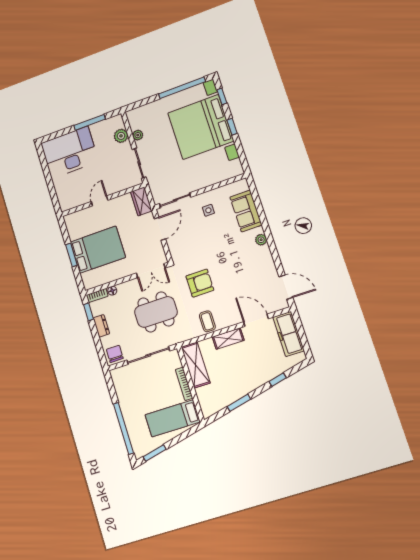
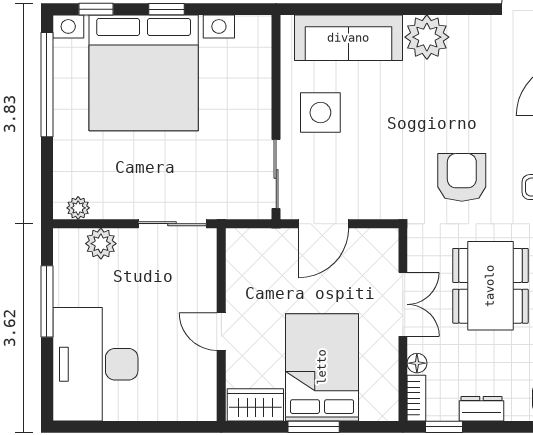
plant: (138, 135) -> (78, 208), moved
wardrobe: (141, 201) -> (255, 405), moved, turned 180
side table: (208, 210) -> (320, 113), width x1.87, depth x1.87
sofa: (246, 211) -> (348, 38), width x1.36
door: (160, 229) -> (324, 224), swing flipped
plant: (261, 240) -> (427, 37), width x1.88, depth x1.88
double door: (151, 271) -> (403, 304), moved

